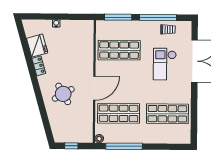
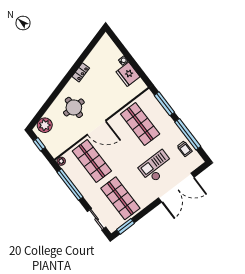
fridge: (37, 46) -> (128, 74), moved, turned 106
round table: (63, 94) -> (74, 107), turned 30
window: (194, 127) -> (126, 226), added
plant: (59, 129) -> (45, 125), added
sliding door: (170, 147) -> (97, 219), added

